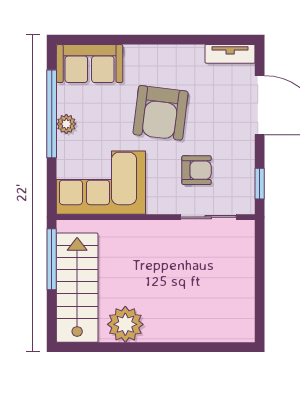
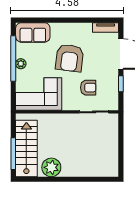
window: (260, 184) -> (121, 84), moved
window: (52, 259) -> (13, 154), moved

